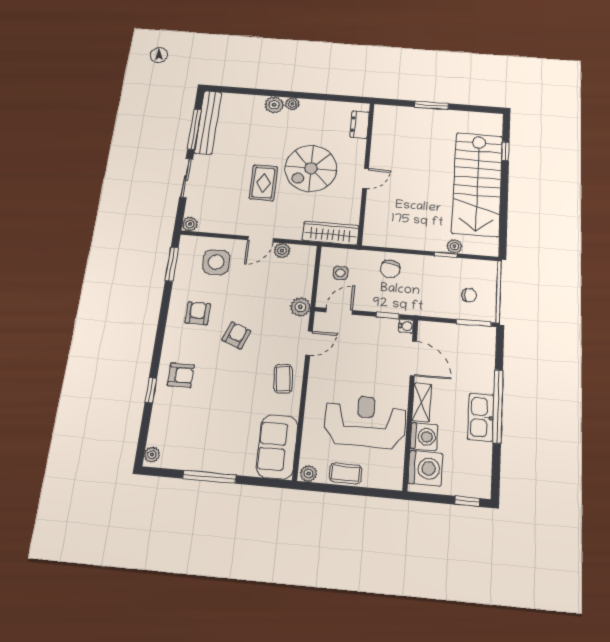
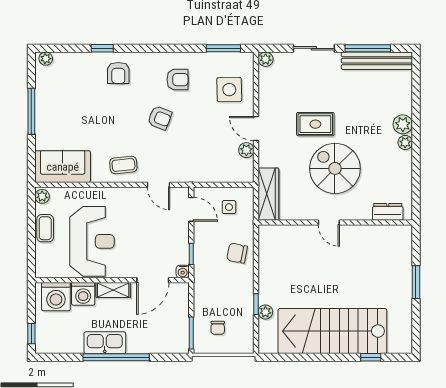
plant: (300, 307) -> (192, 173), removed

